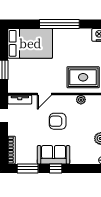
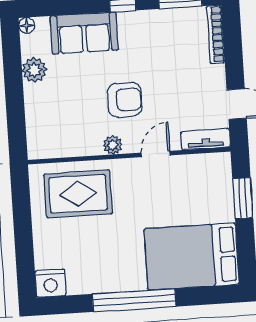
plant: (81, 100) -> (113, 145), moved
sofa: (54, 155) -> (84, 33), moved

